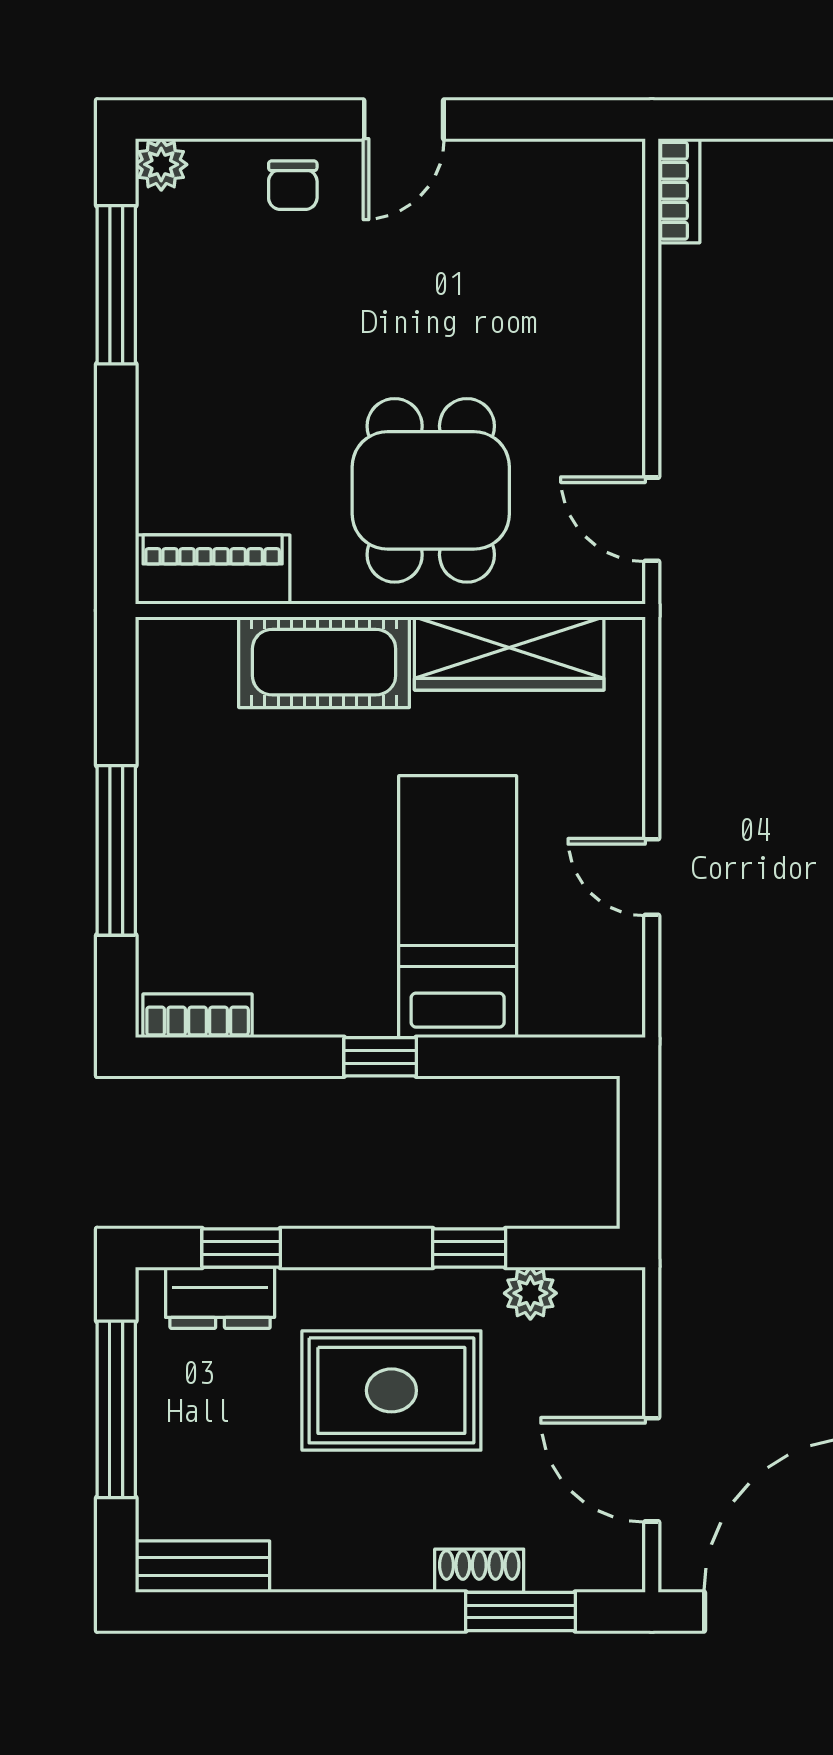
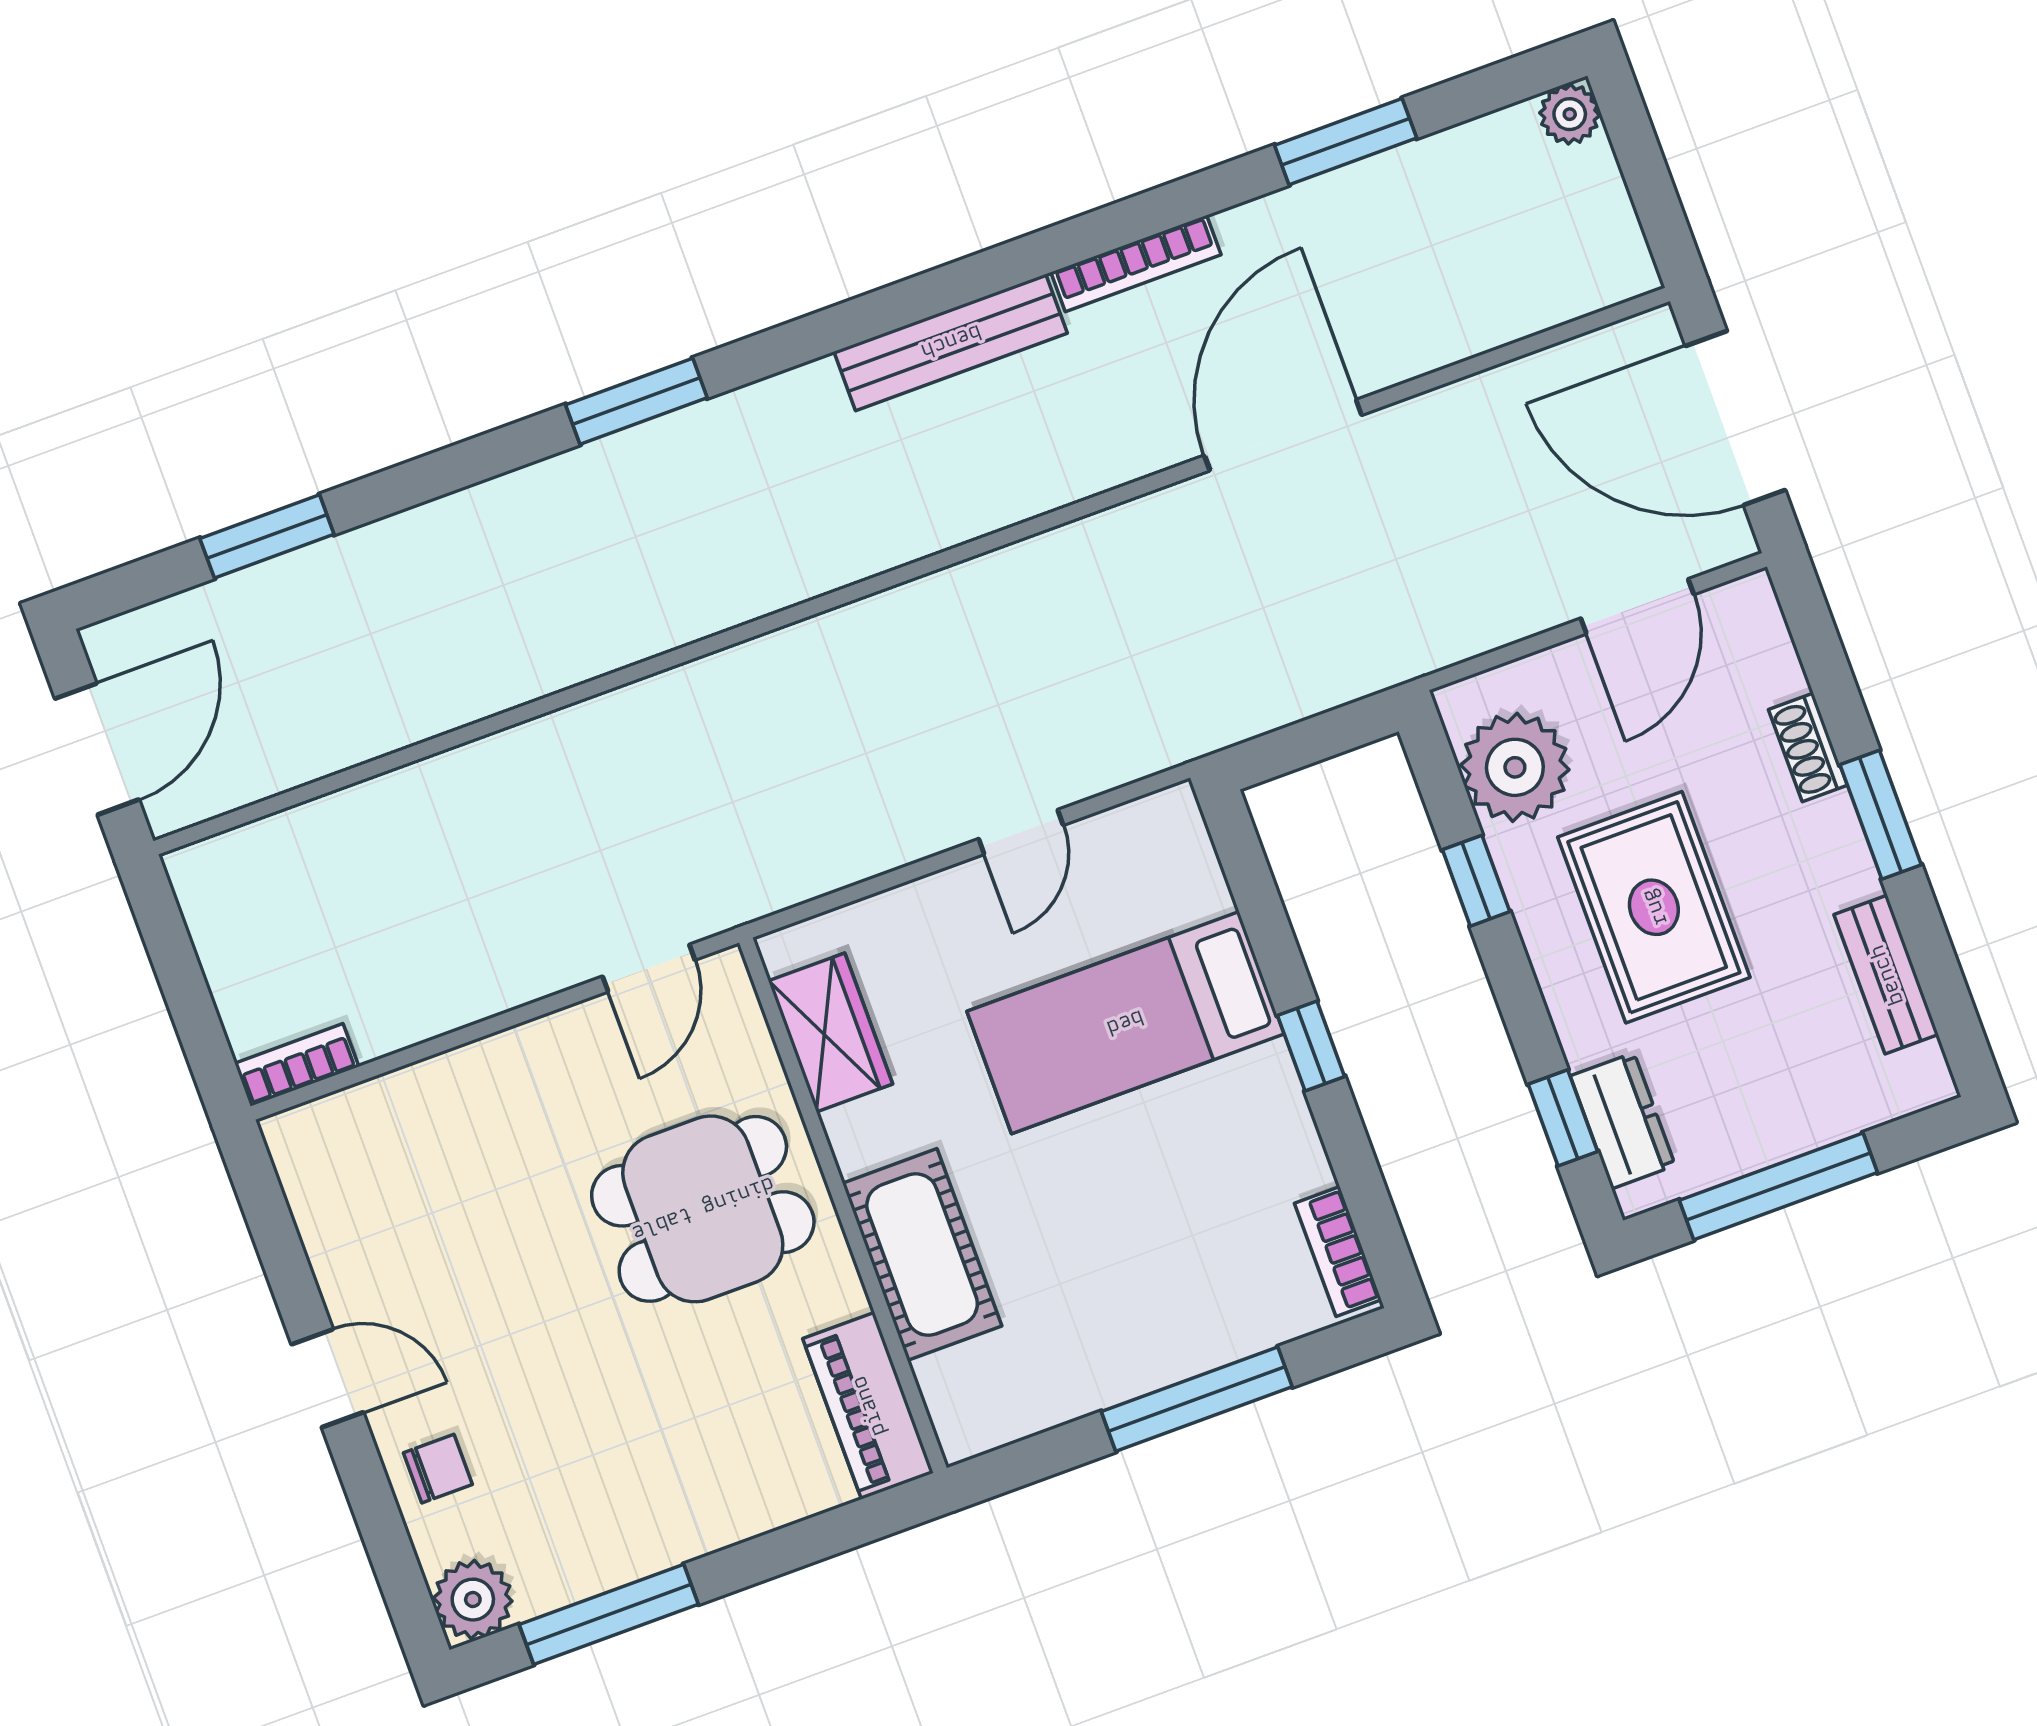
plant: (161, 164) -> (473, 1600), width x1.38, depth x1.38
wardrobe: (509, 653) -> (830, 1032), width x0.67
plant: (530, 1293) -> (1515, 767), width x1.88, depth x1.88
bench: (203, 1567) -> (1886, 975), moved
window: (520, 1611) -> (1881, 815), moved

